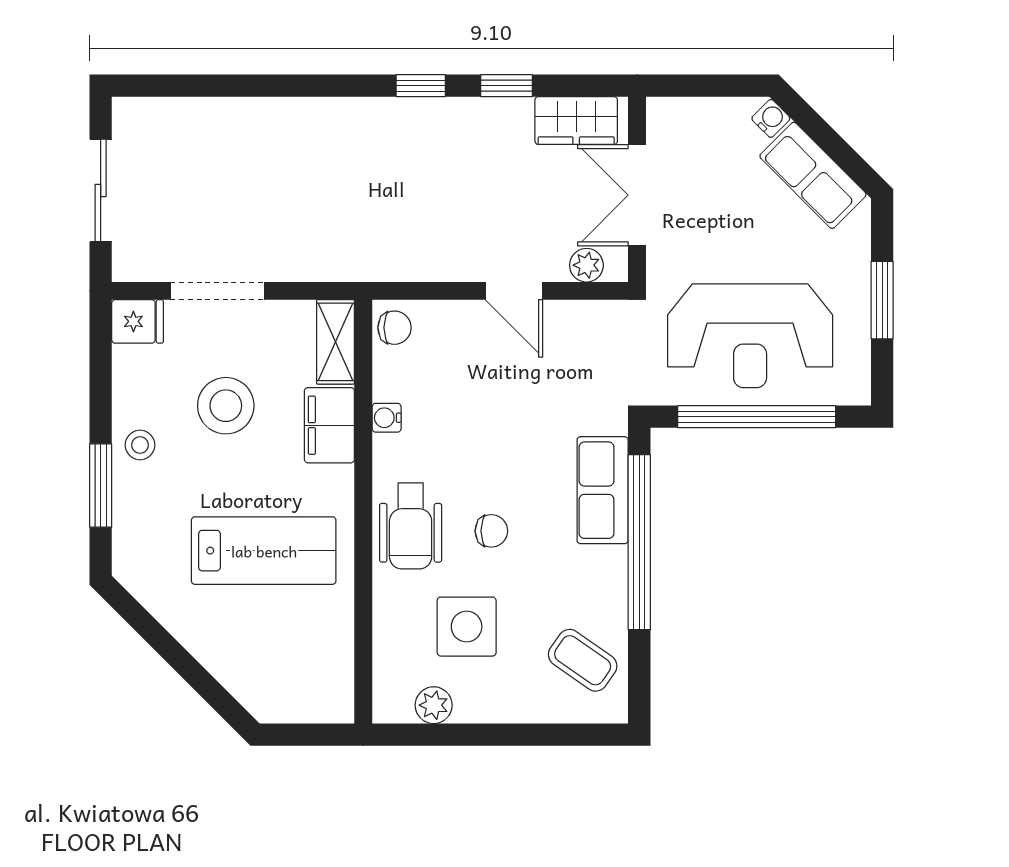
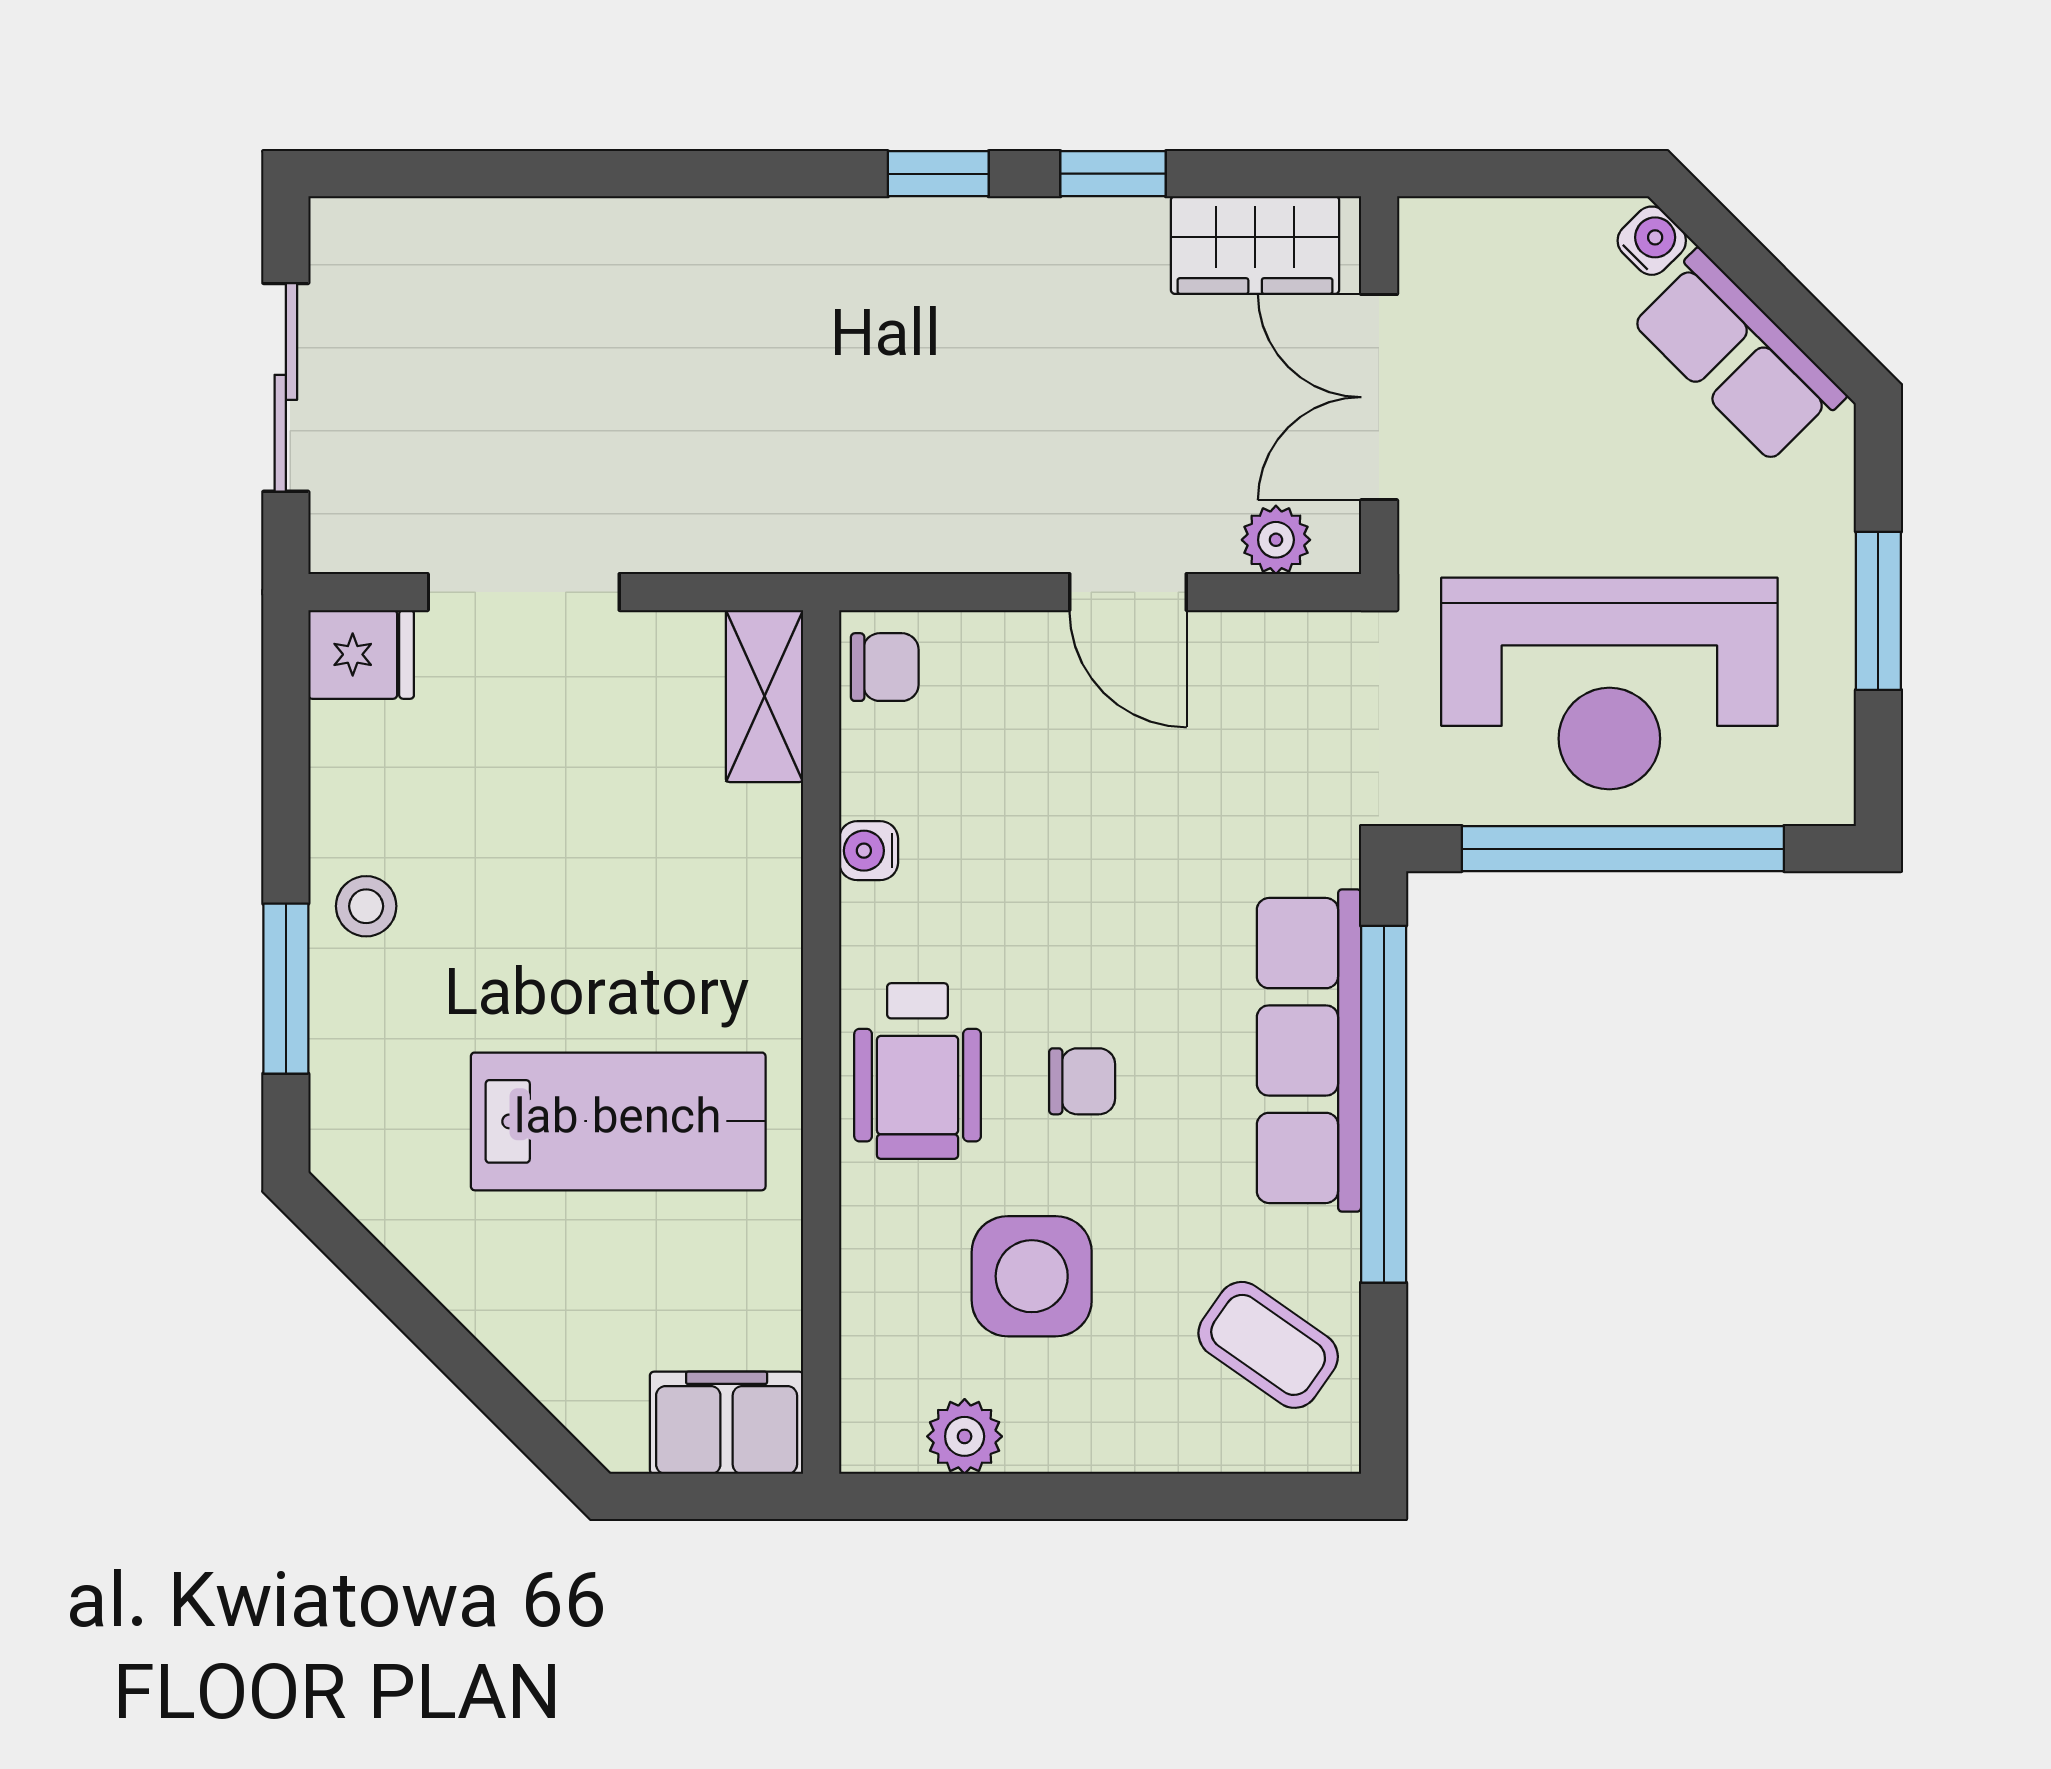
stool: (226, 406) -> (541, 826), removed
filing cabinet: (329, 425) -> (727, 1423), moved, turned 90
row of seats: (603, 490) -> (1309, 1050), width x1.48

